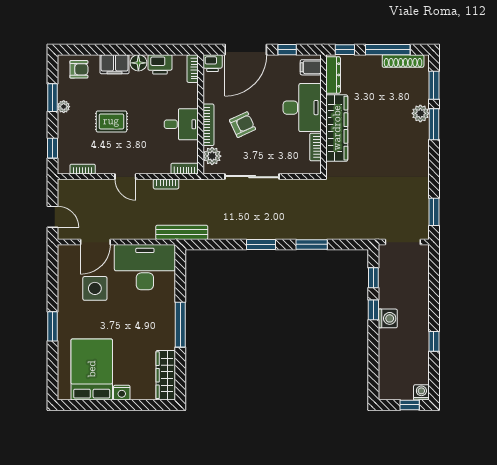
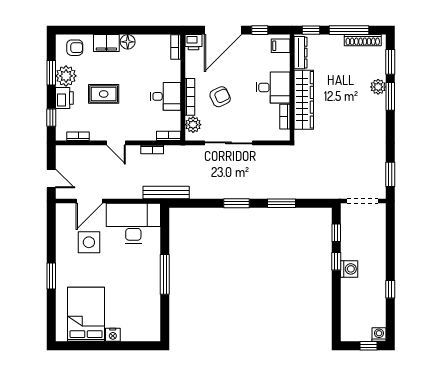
printer: (160, 64) -> (64, 98), moved, turned -90
plant: (64, 107) -> (66, 76), width x1.87, depth x1.87
desk: (302, 108) -> (273, 87), width x0.73
wardrobe: (166, 375) -> (152, 319), removed

